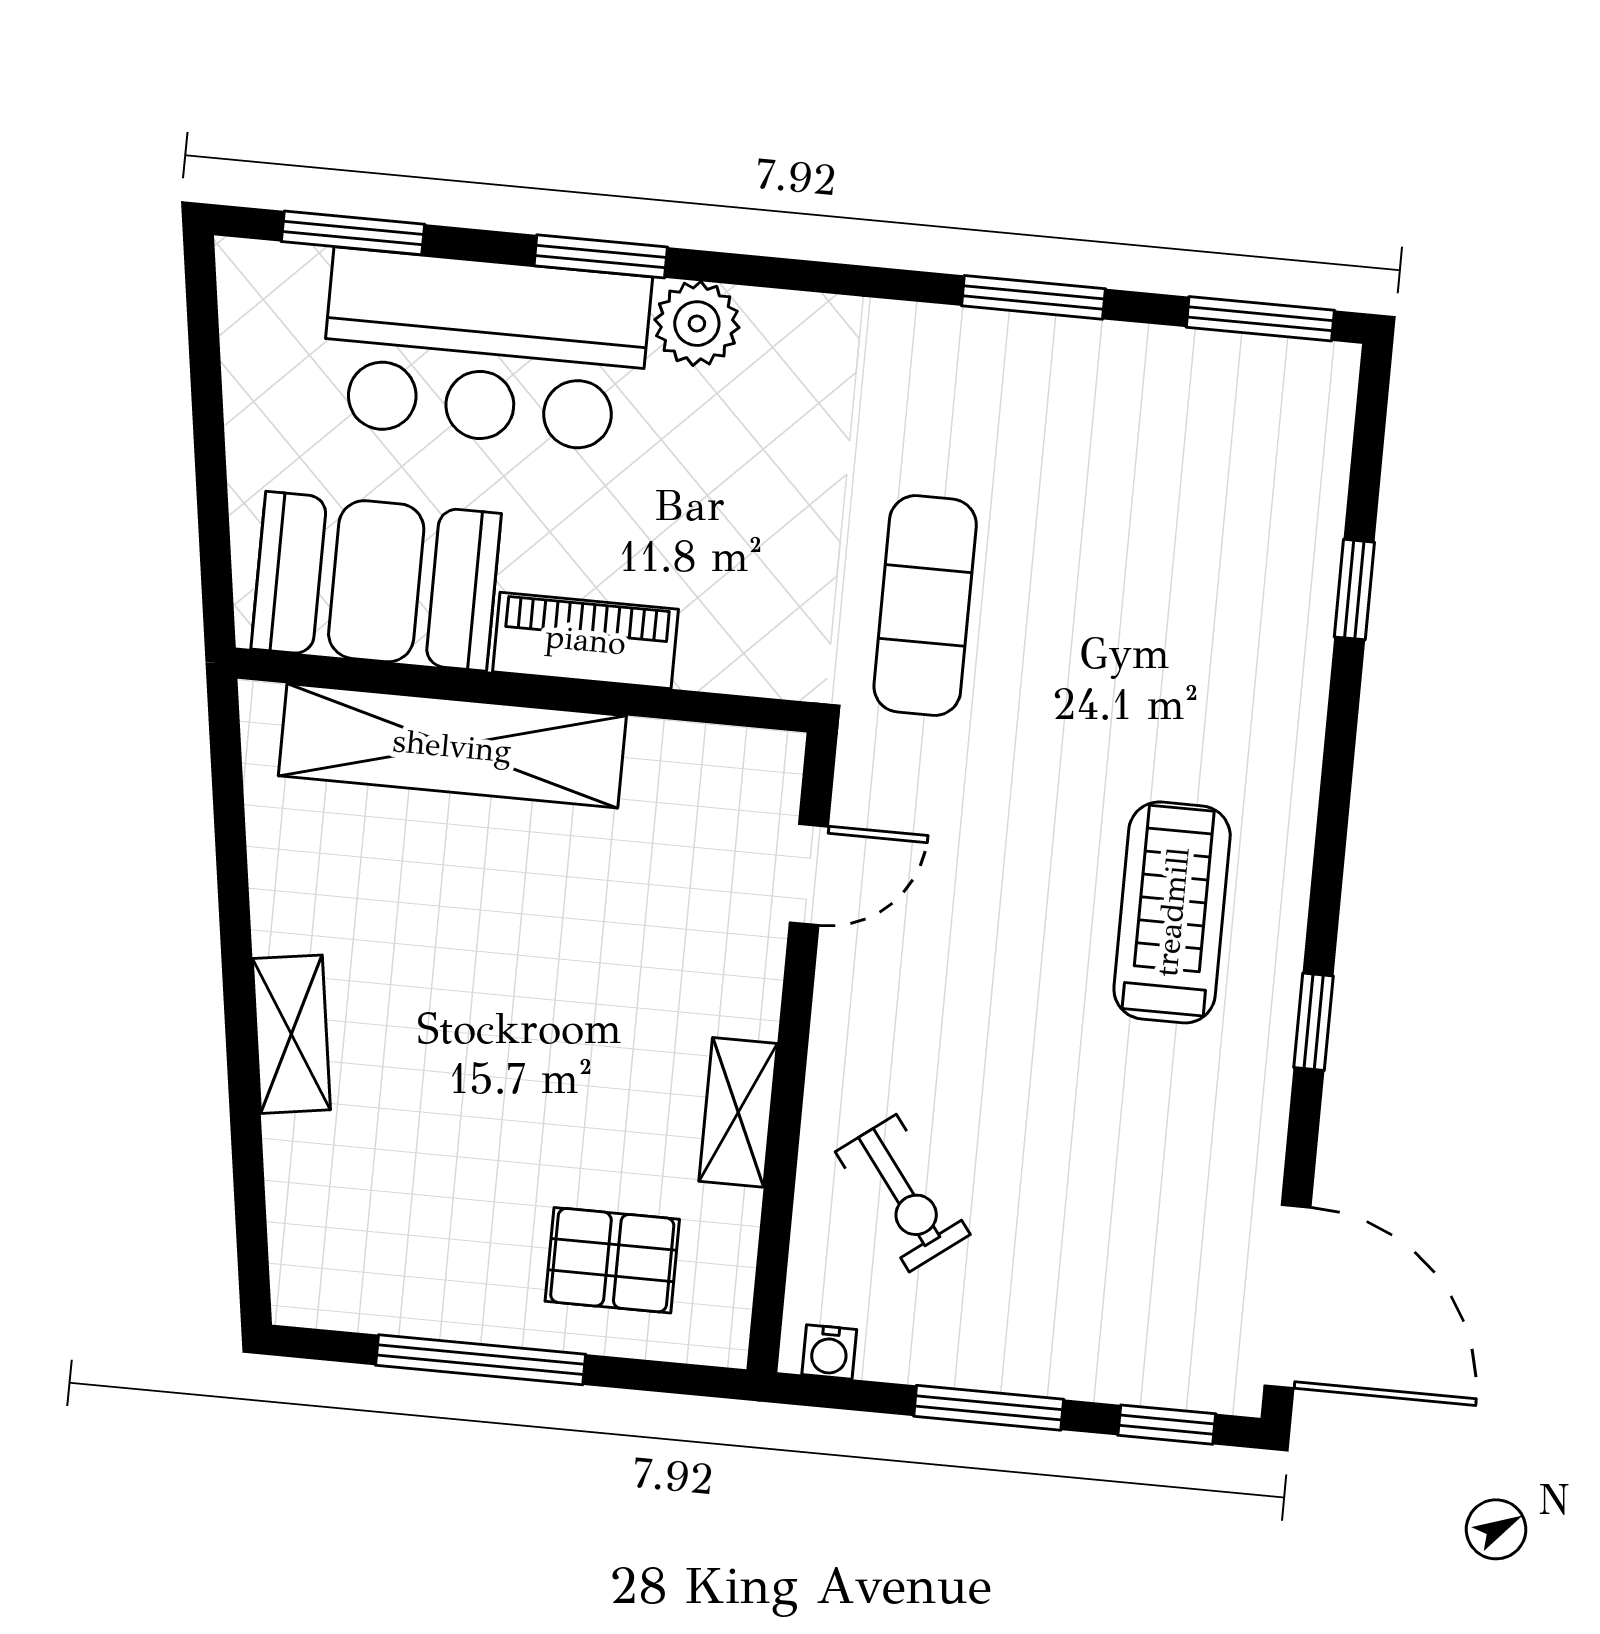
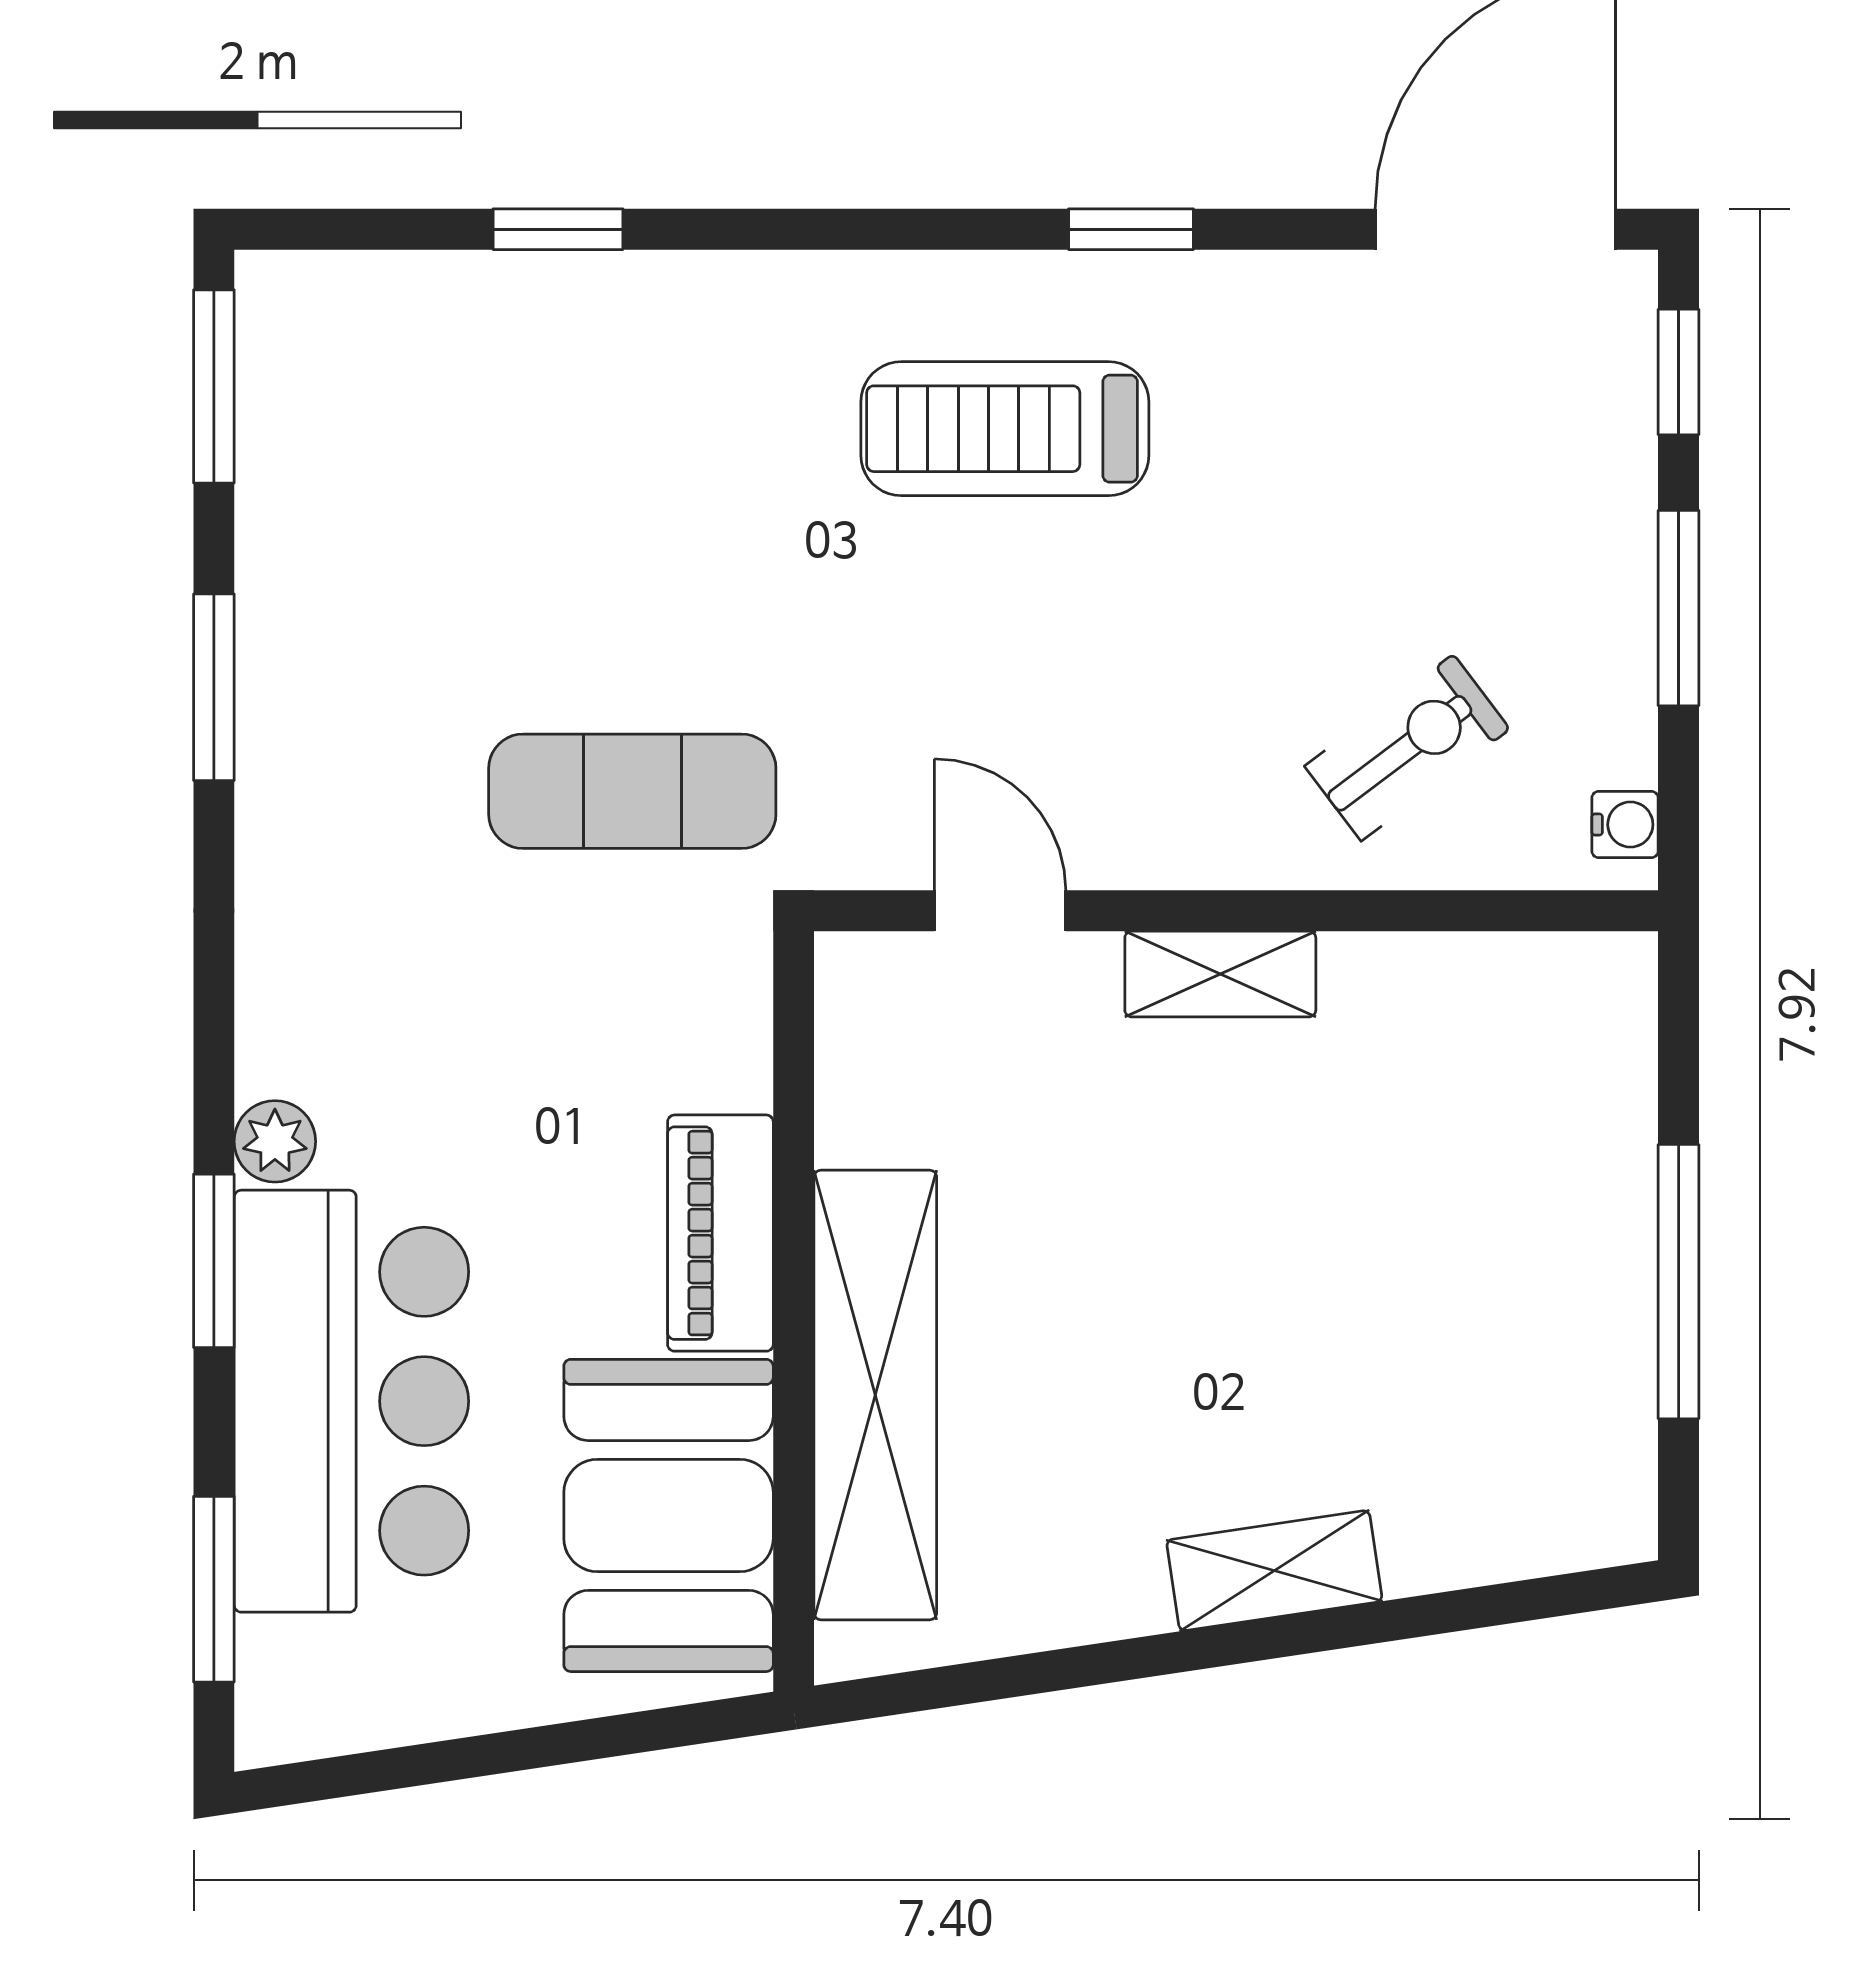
plant: (697, 324) -> (275, 1141), width x0.73, depth x0.73
shelving: (738, 1112) -> (1220, 974), moved
pallet: (612, 1260) -> (1531, 1121), removed

